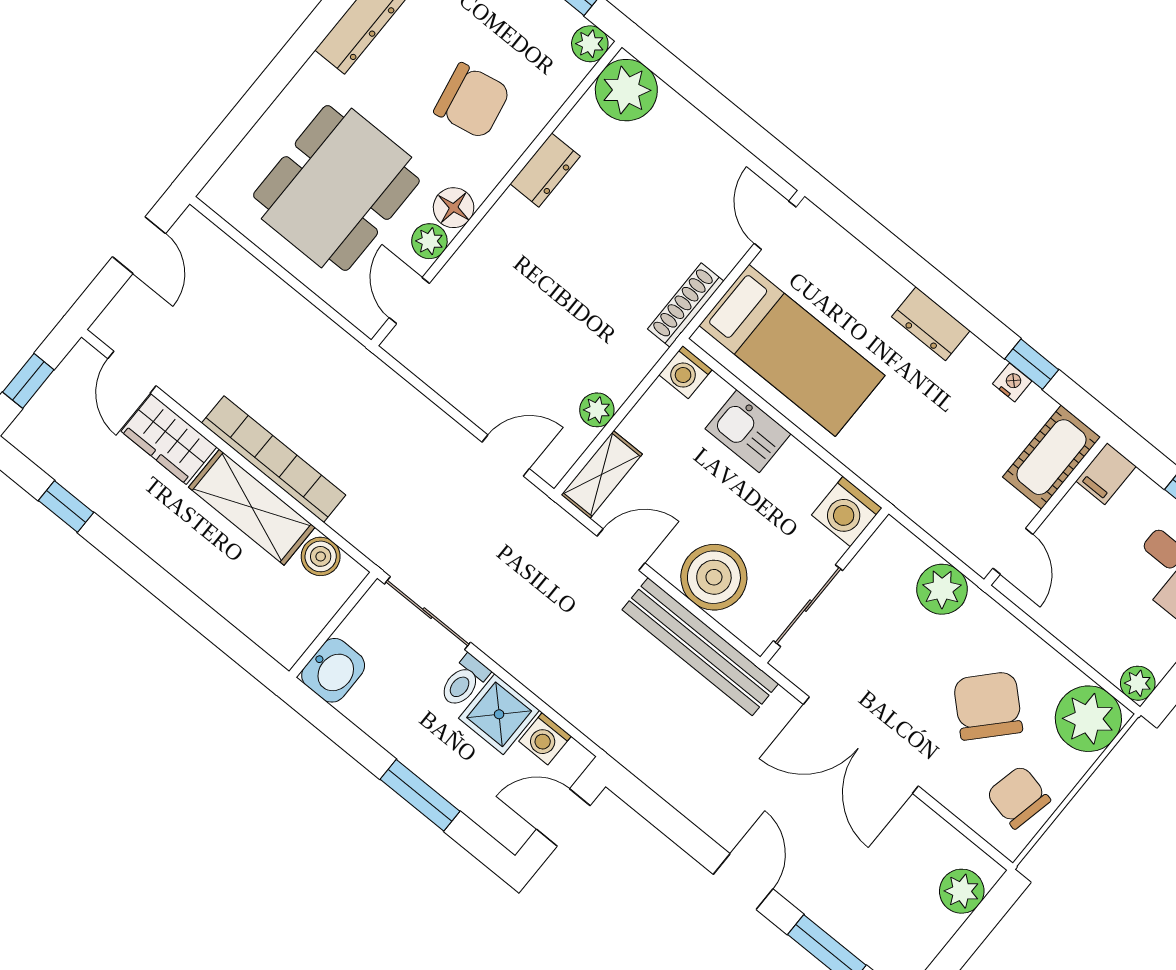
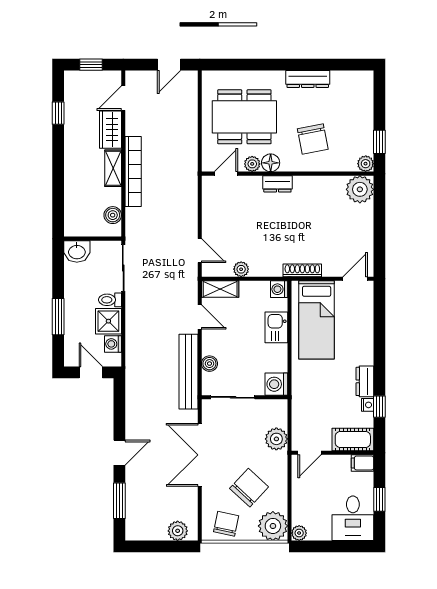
dresser: (545, 170) -> (277, 184), moved
dresser: (931, 324) -> (365, 381), moved
shelving: (252, 507) -> (113, 168), width x0.67, depth x0.75
boiler: (714, 577) -> (209, 364), width x0.54, depth x0.54

